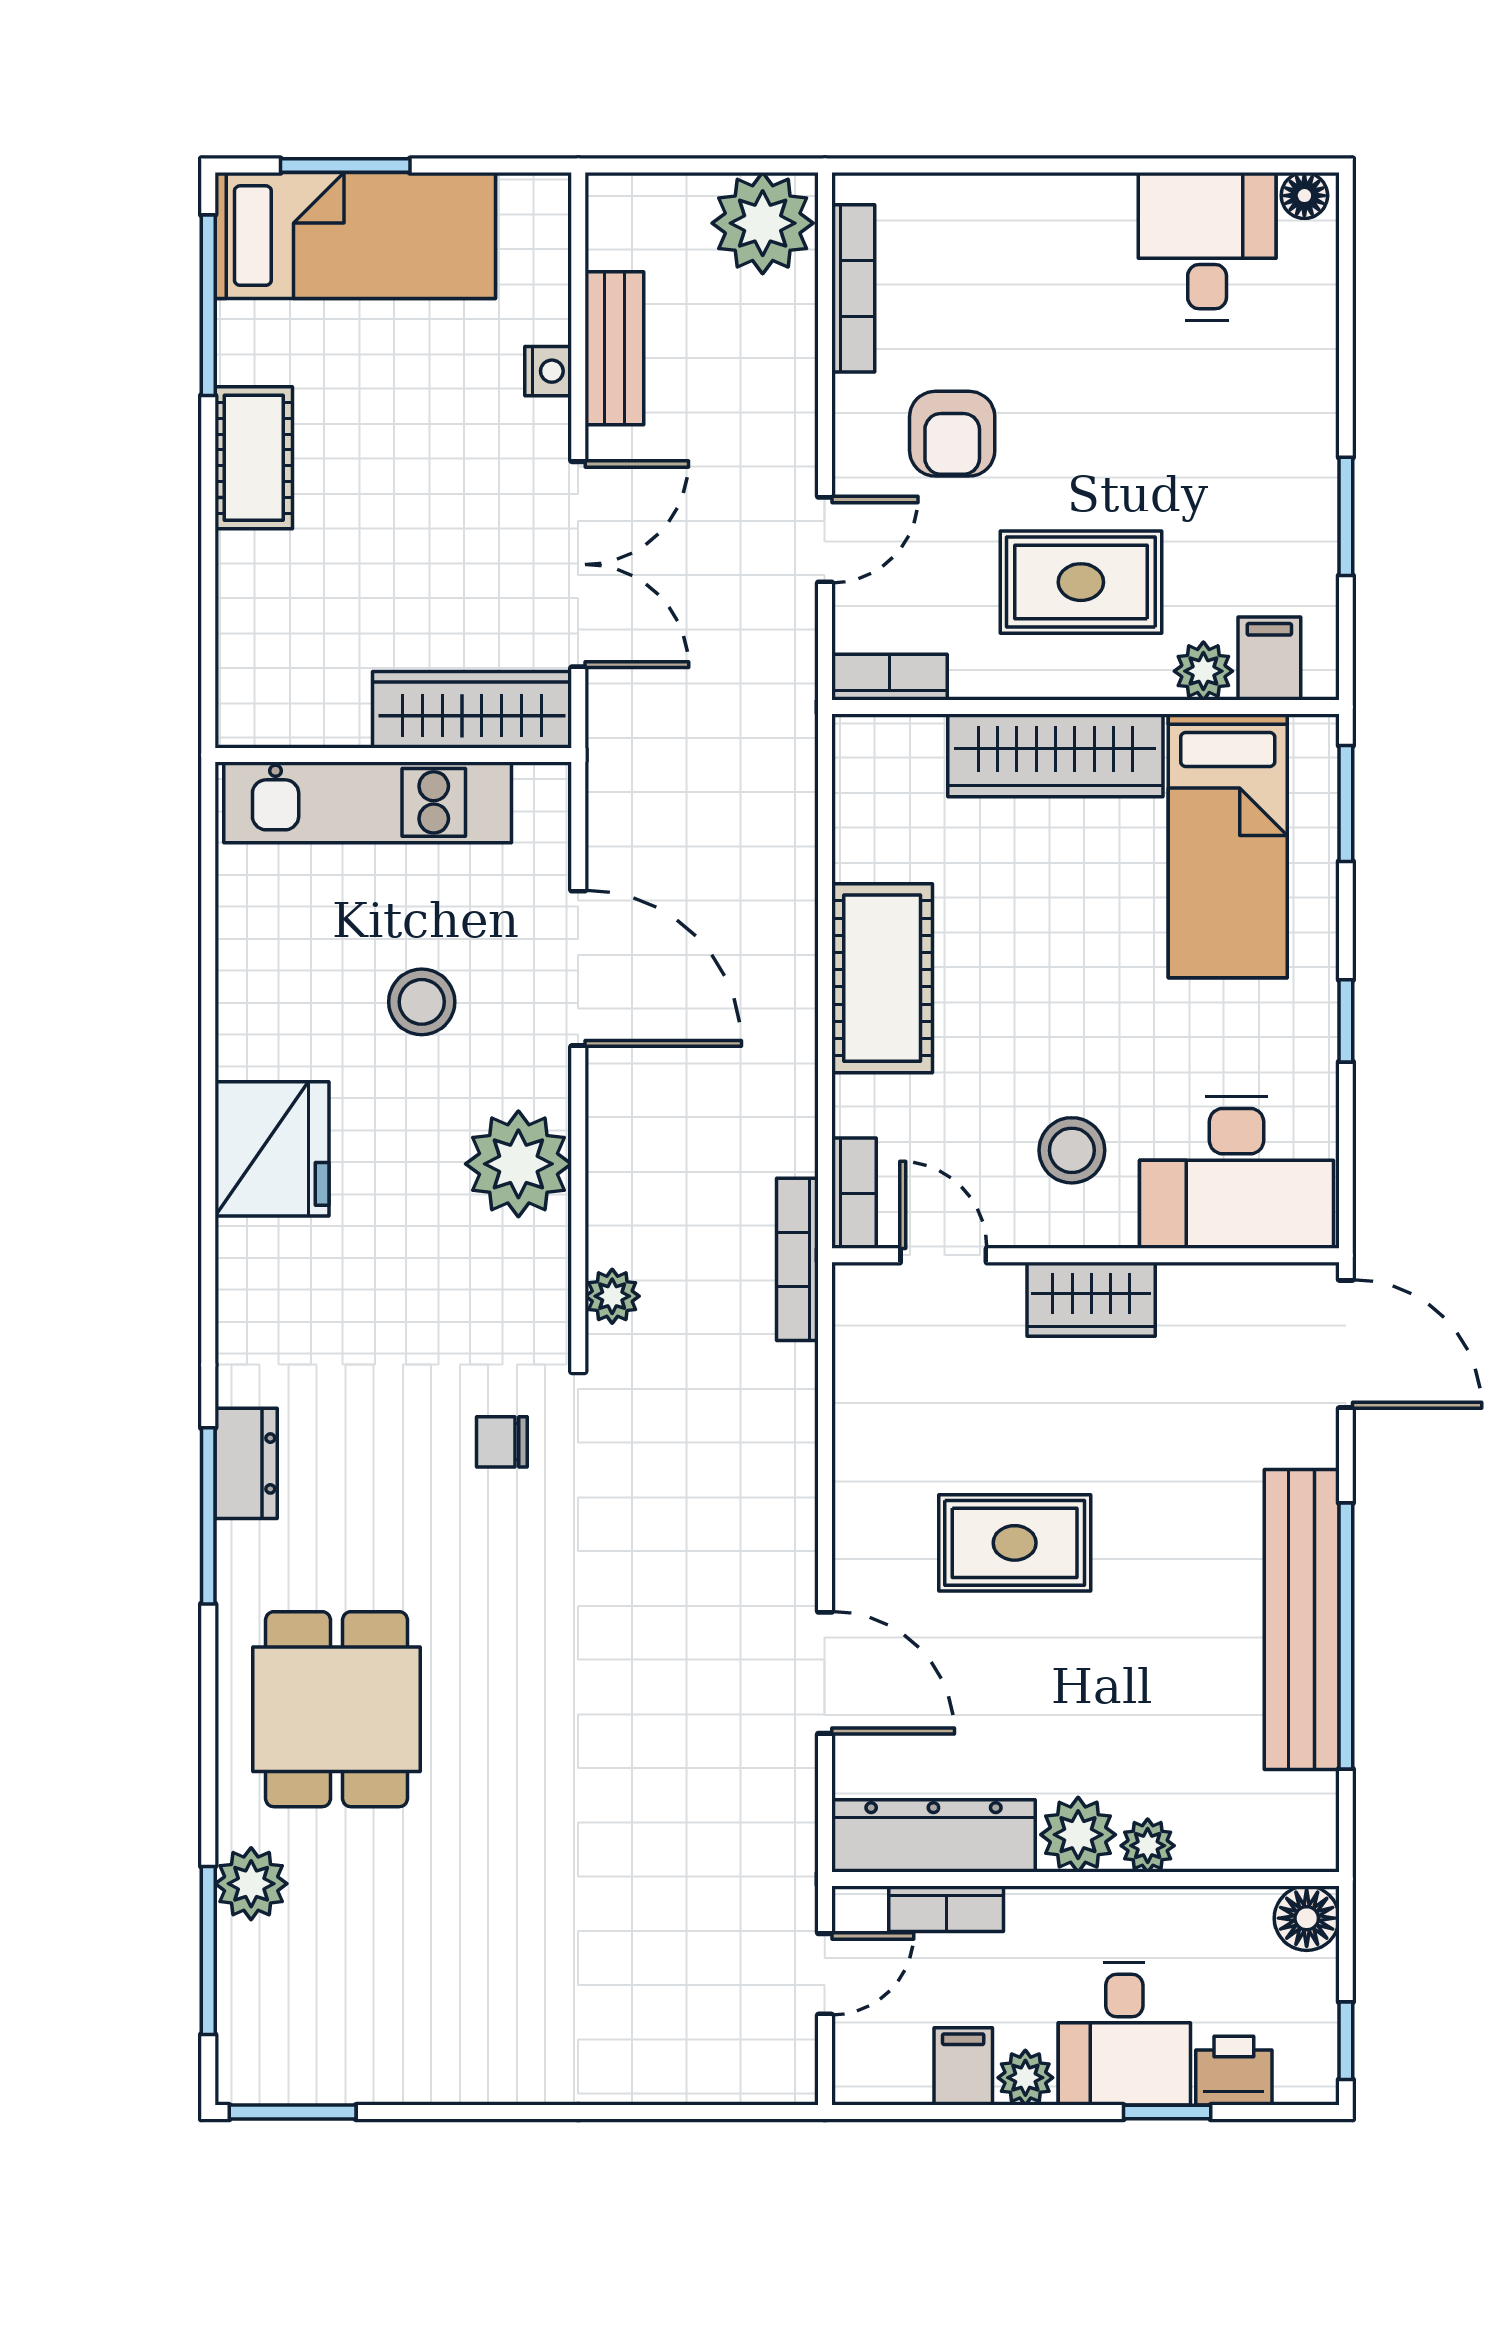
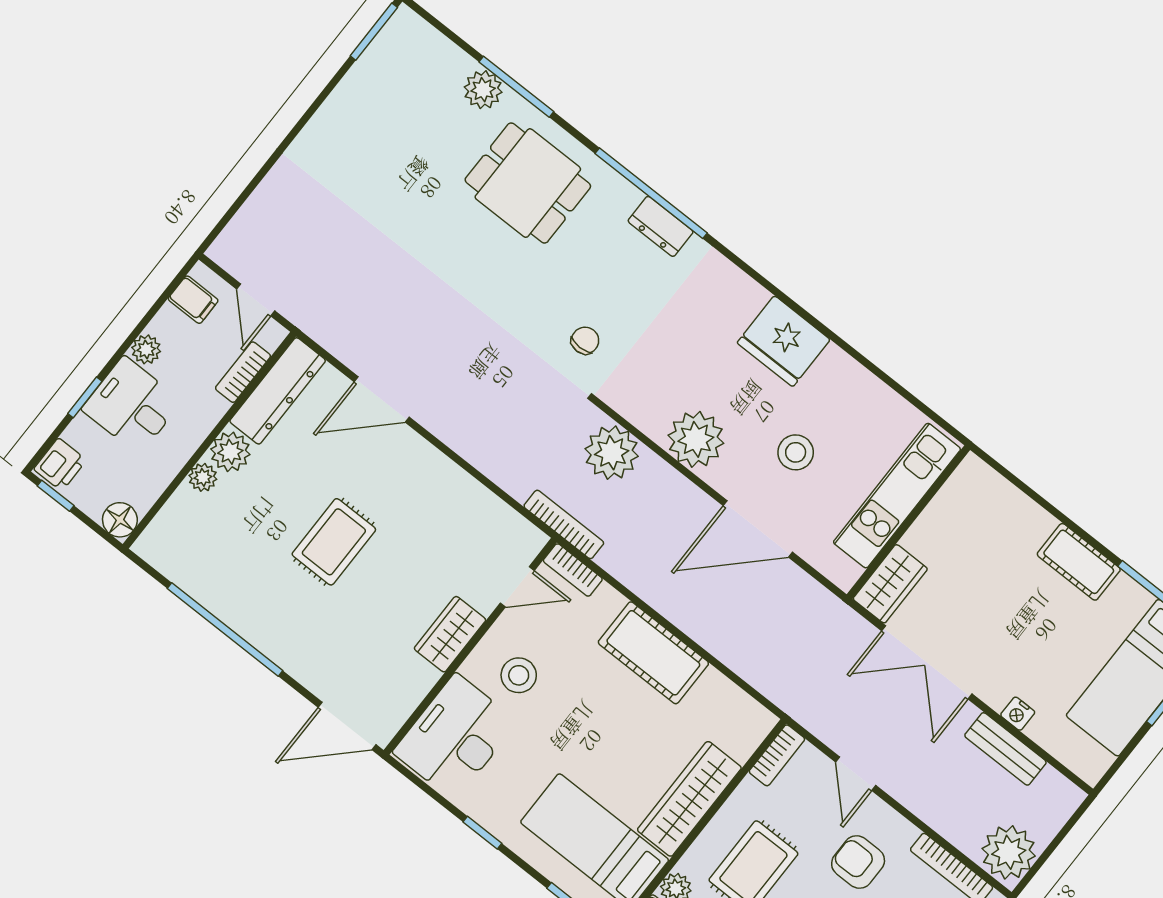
wardrobe: (472, 710) -> (890, 584), width x0.67
plant: (612, 1296) -> (612, 453), width x1.88, depth x1.88
window: (208, 1516) -> (651, 193), width x1.46
rug: (1015, 1543) -> (334, 542), moved
bench: (1302, 1620) -> (246, 616), removed
window: (208, 1950) -> (516, 87), moved
filing cabinet: (963, 2066) -> (193, 300), moved
printer: (1234, 2071) -> (60, 465), moved

